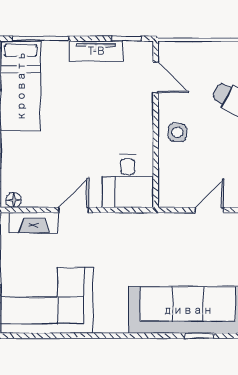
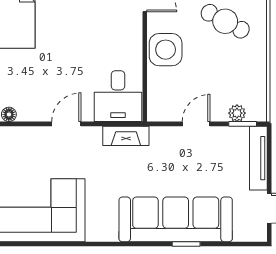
side table: (177, 132) -> (166, 50), width x1.87, depth x1.87
fireplace: (34, 223) -> (126, 136), moved

